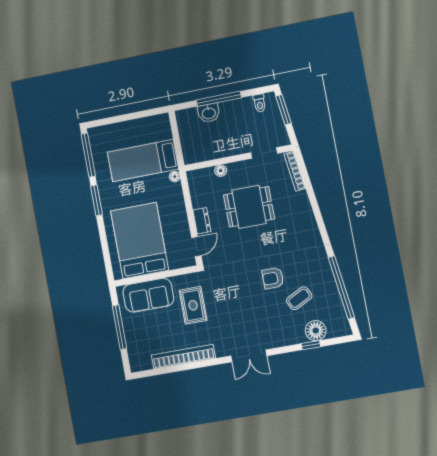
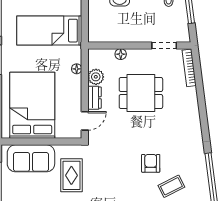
floor lamp: (175, 177) -> (77, 69), moved
plant: (199, 199) -> (96, 77), added
armchair: (273, 278) -> (151, 163), turned 90

